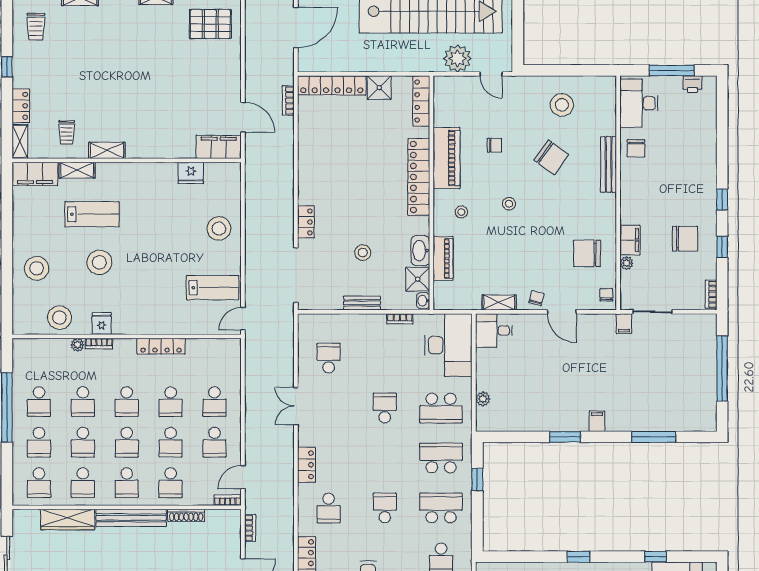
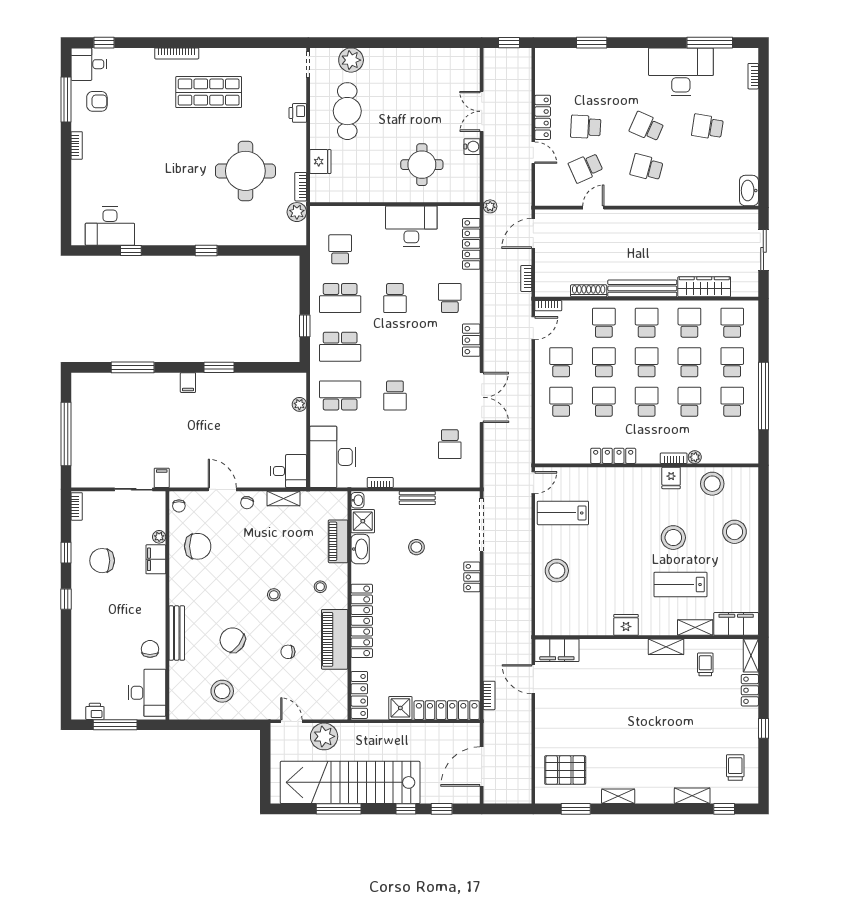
fridge: (191, 173) -> (626, 625), moved
double door: (296, 406) -> (482, 397), width x1.37

